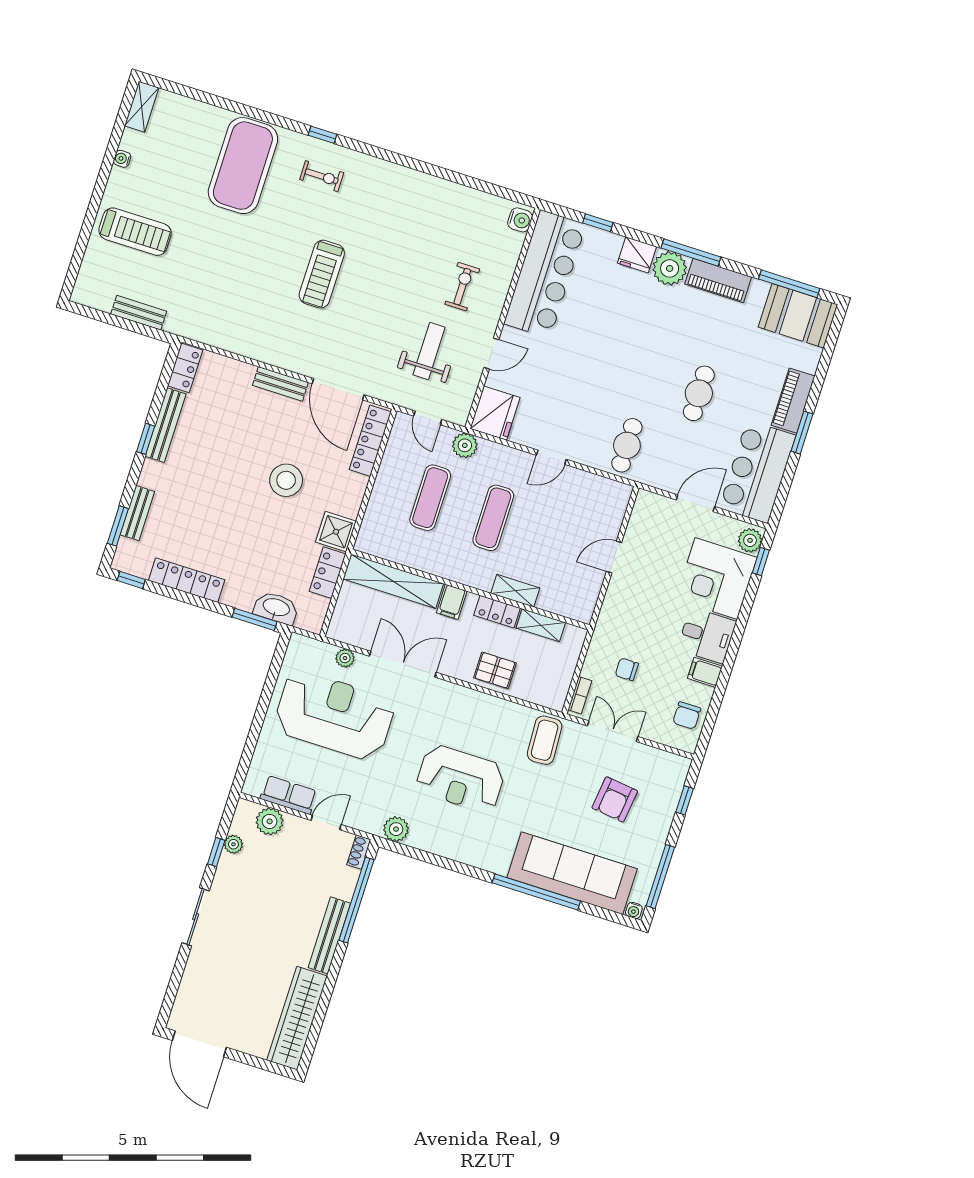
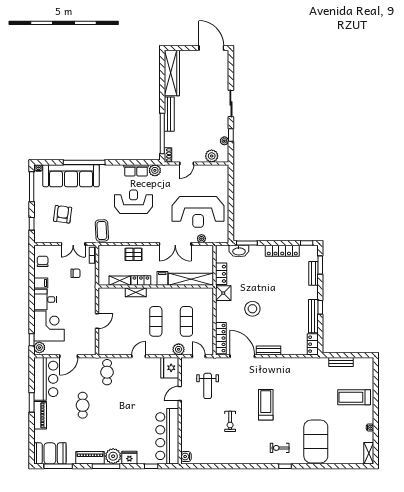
exercise bike: (462, 287) -> (230, 421), moved
row of seats: (289, 795) -> (136, 170), moved

